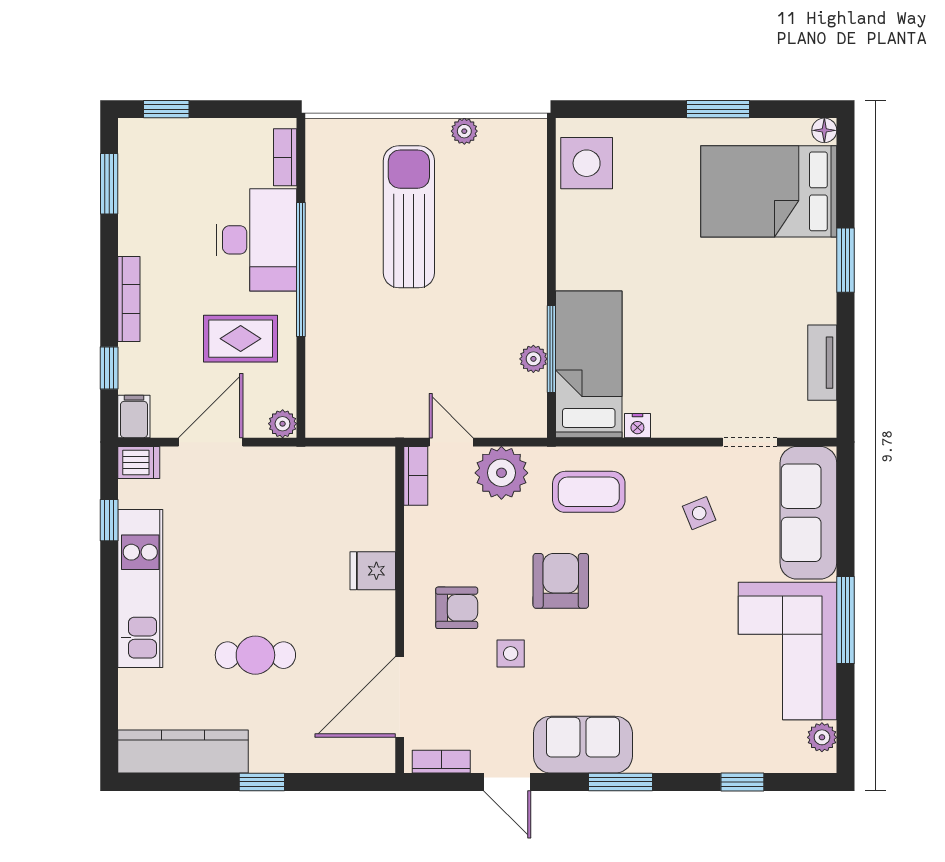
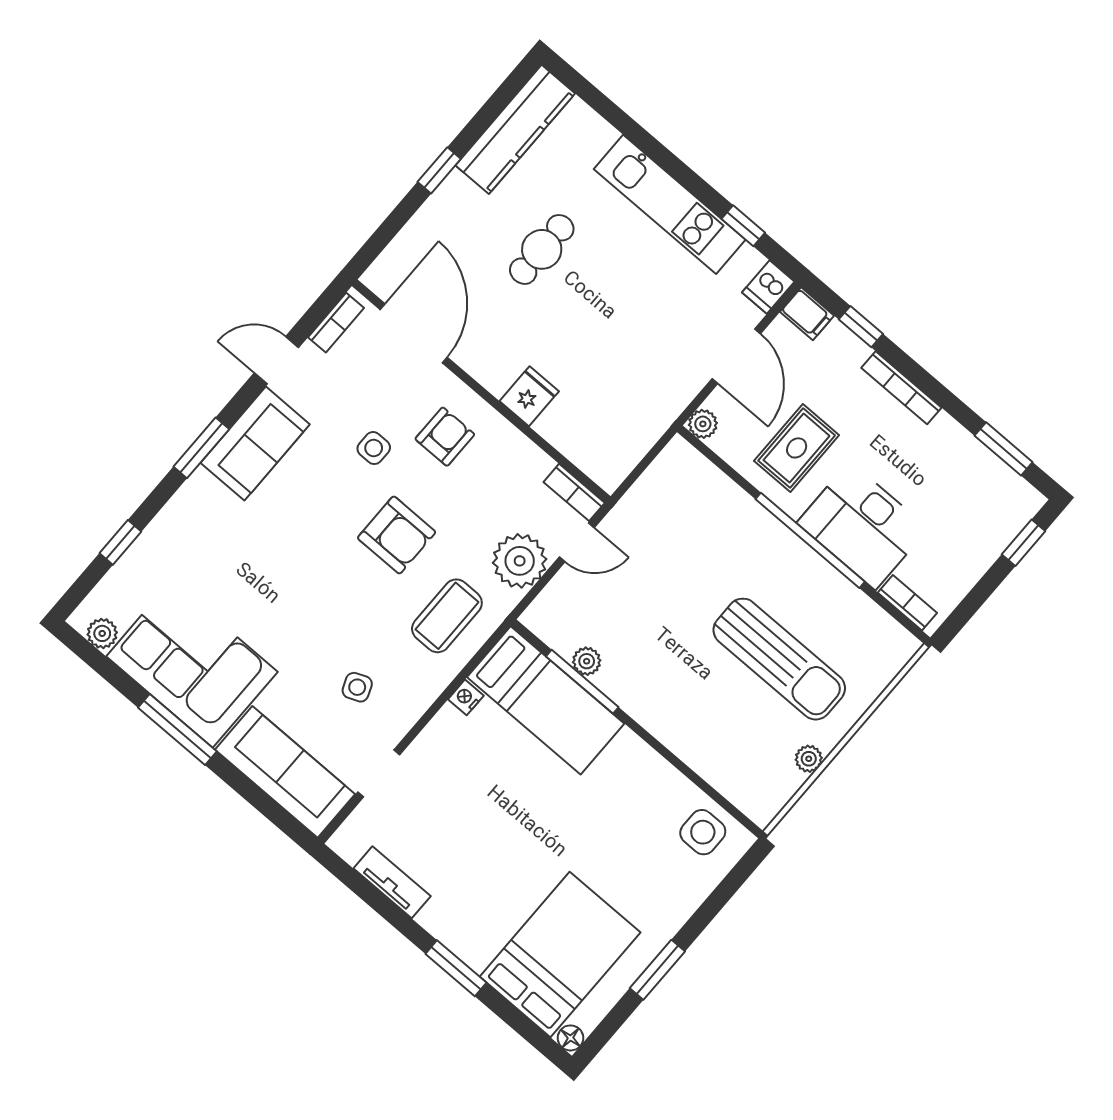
side table: (587, 163) -> (703, 832), width x0.73, depth x0.73
armchair: (457, 608) -> (445, 437), turned 180

